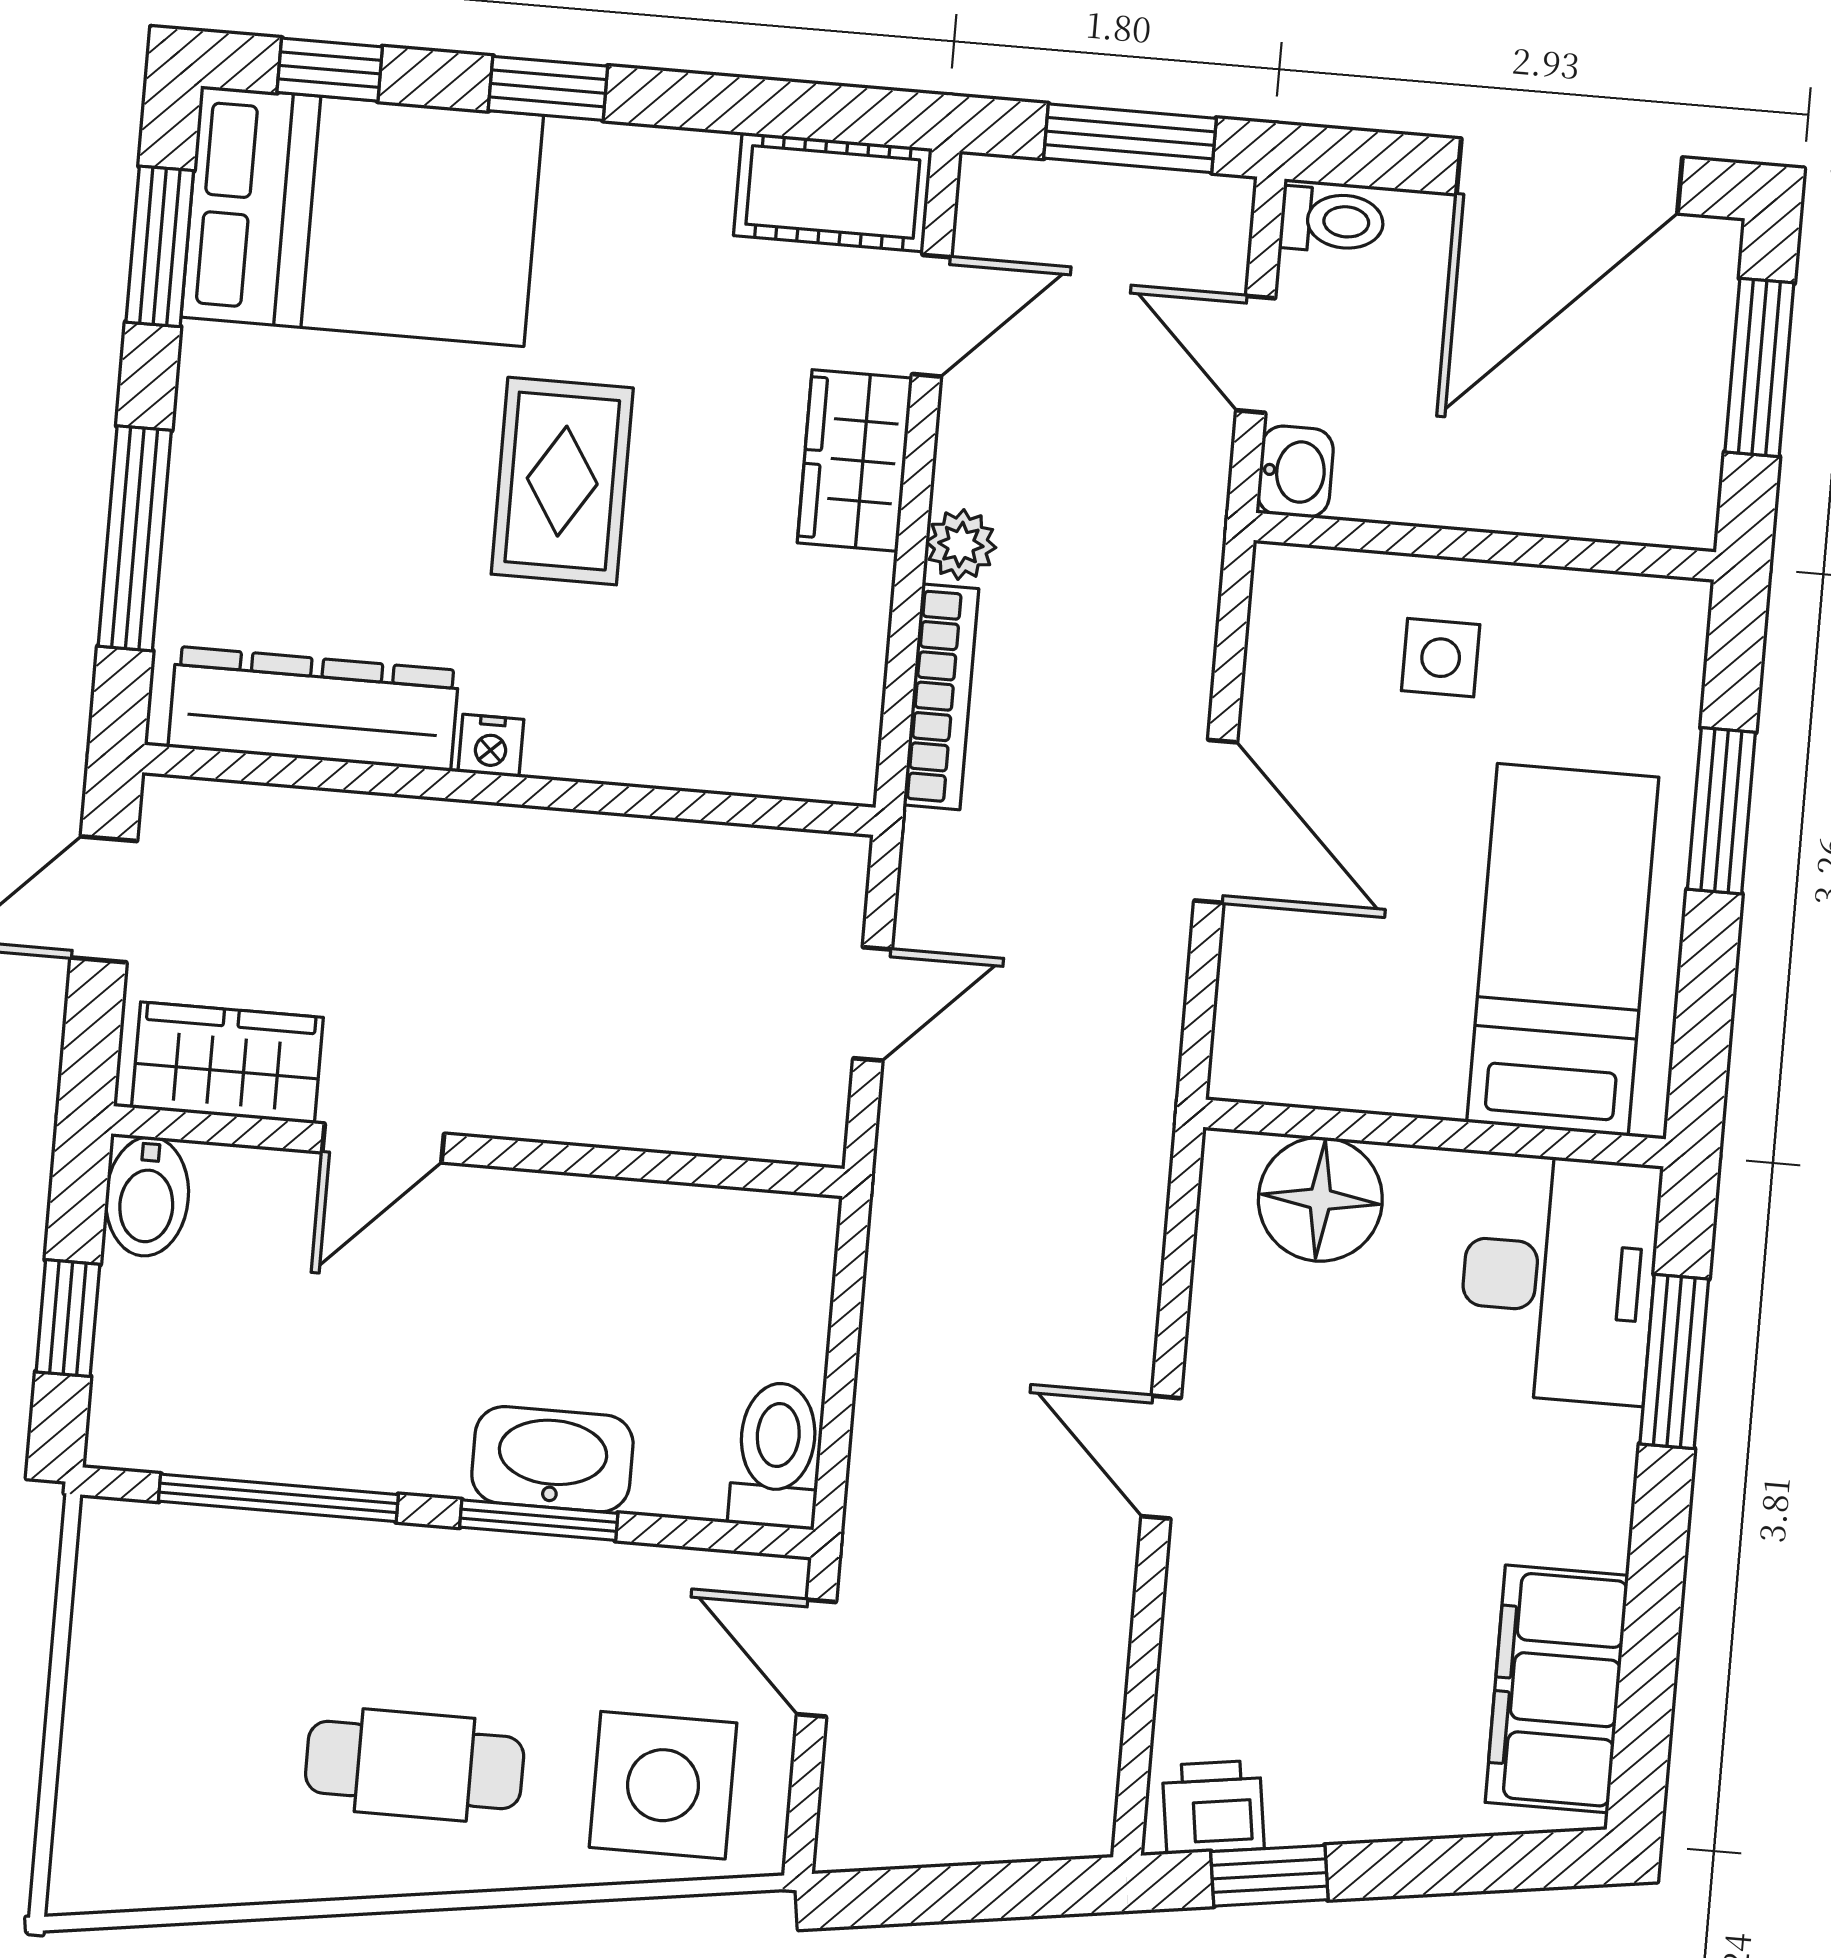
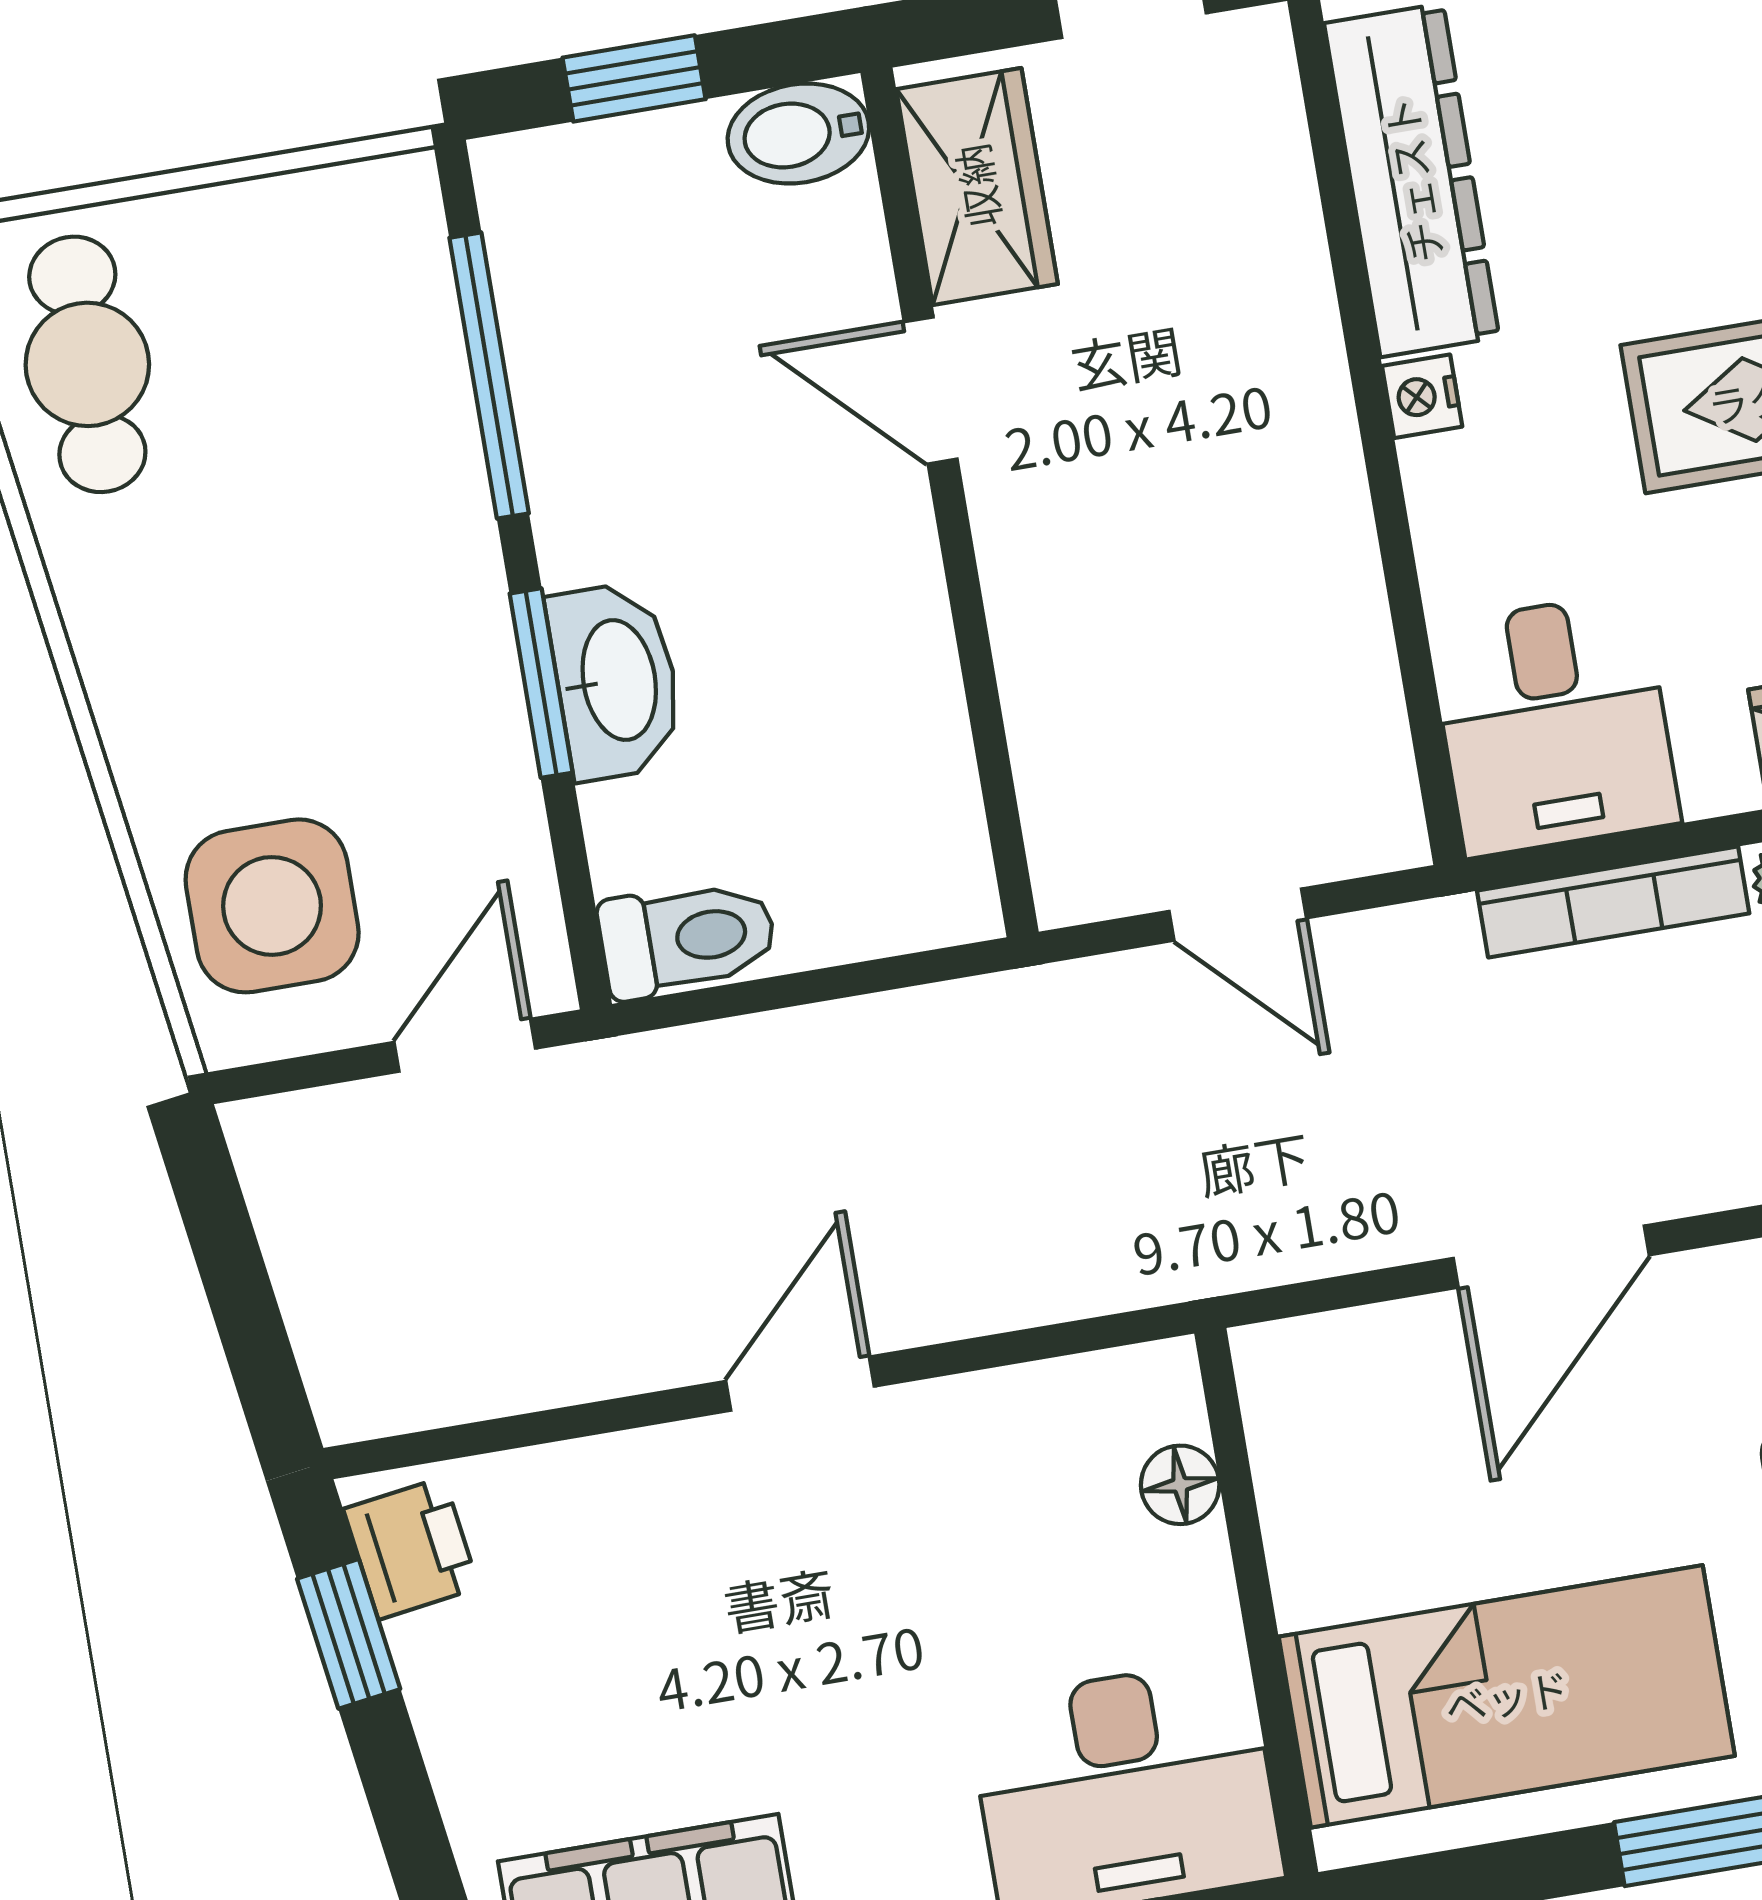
desk: (785, 707) -> (1554, 724), added
floor lamp: (1320, 1199) -> (1180, 1485), width x0.53, depth x0.53
cafe table: (415, 1765) -> (87, 364), moved

